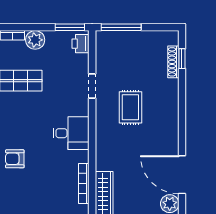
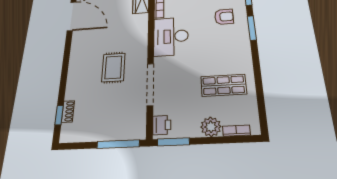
shoe rack: (173, 62) -> (68, 111), width x0.70
doorway: (92, 86) -> (150, 84), width x1.88
desk: (71, 133) -> (171, 36), width x1.37

